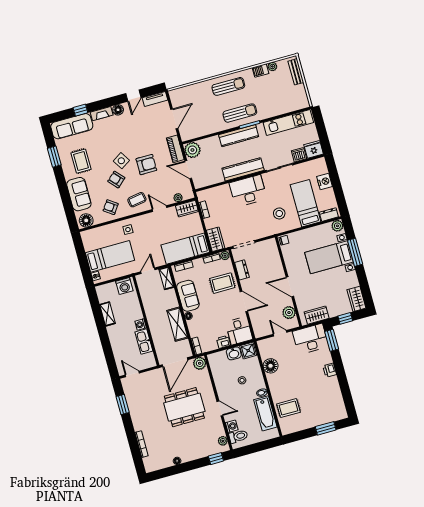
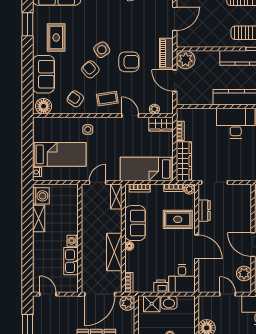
wardrobe: (216, 239) -> (184, 161), width x1.50
washing machine: (124, 286) -> (41, 196), moved, turned -90
shower: (248, 351) -> (152, 304), moved

